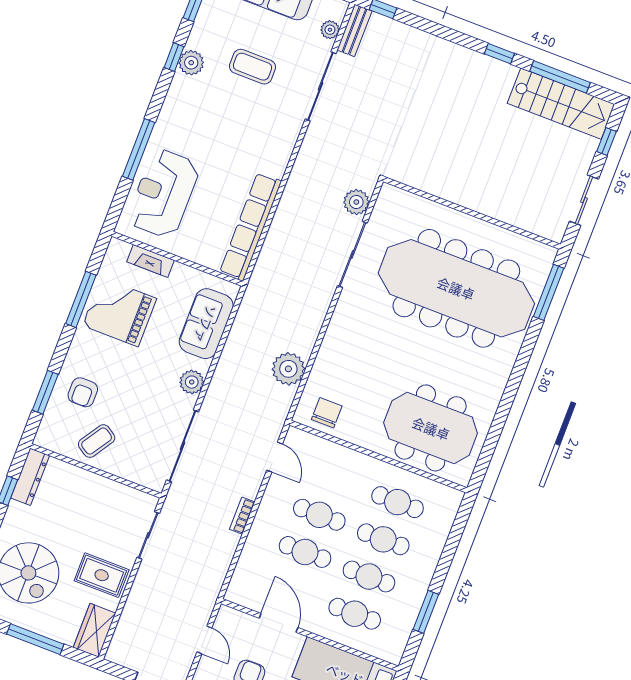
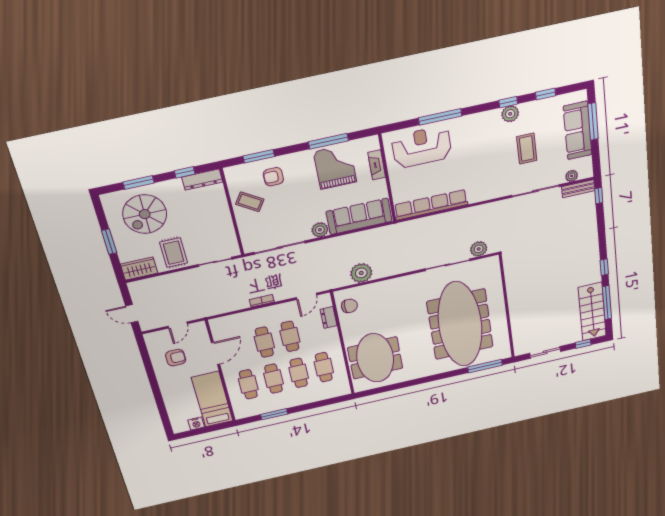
sofa: (206, 324) -> (359, 216), width x1.36
dresser: (326, 449) -> (329, 317), added
window: (35, 639) -> (109, 242), width x0.69

